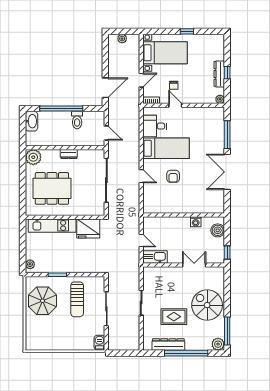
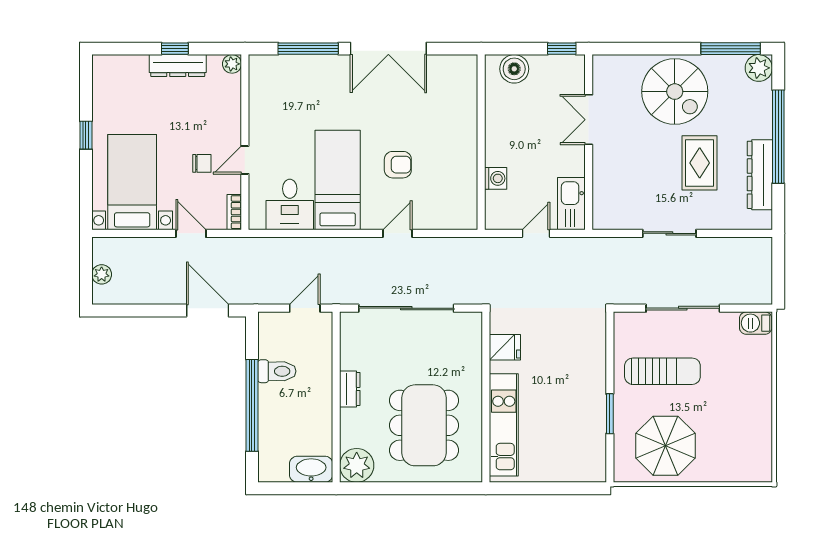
washbasin: (31, 121) -> (311, 469), moved
washing machine: (196, 222) -> (496, 178), moved
fridge: (88, 228) -> (505, 347), width x0.53, depth x0.75
plant: (30, 264) -> (587, 472), removed
spiral stairs: (207, 305) -> (675, 92), turned -90

